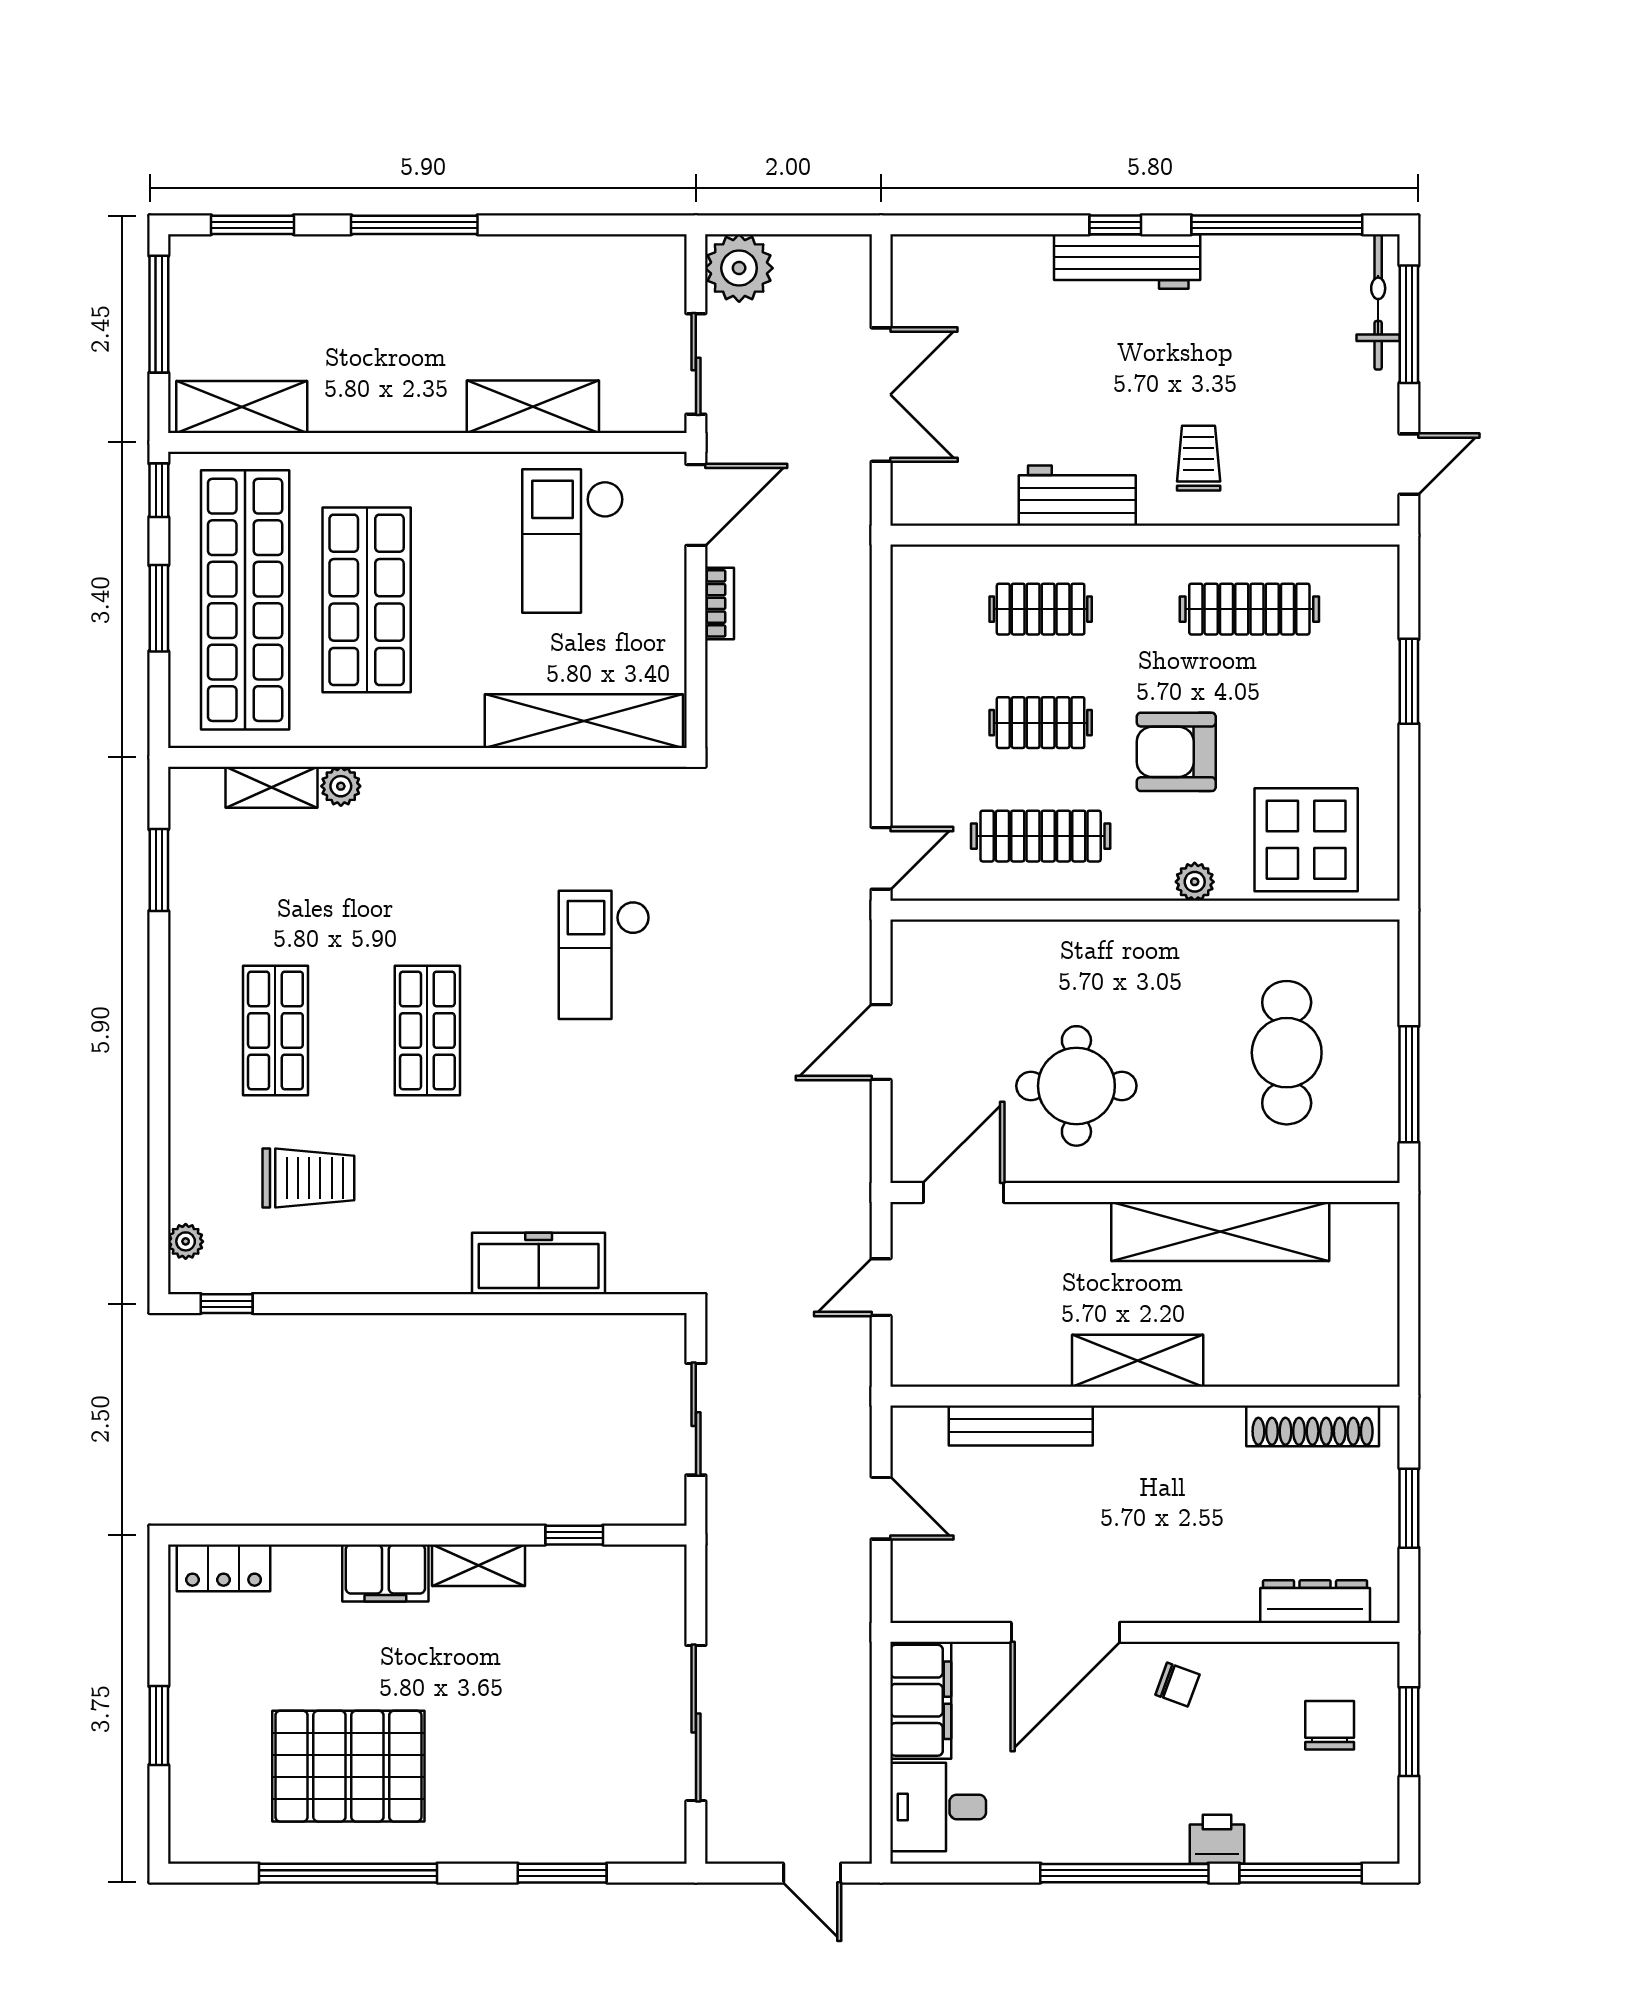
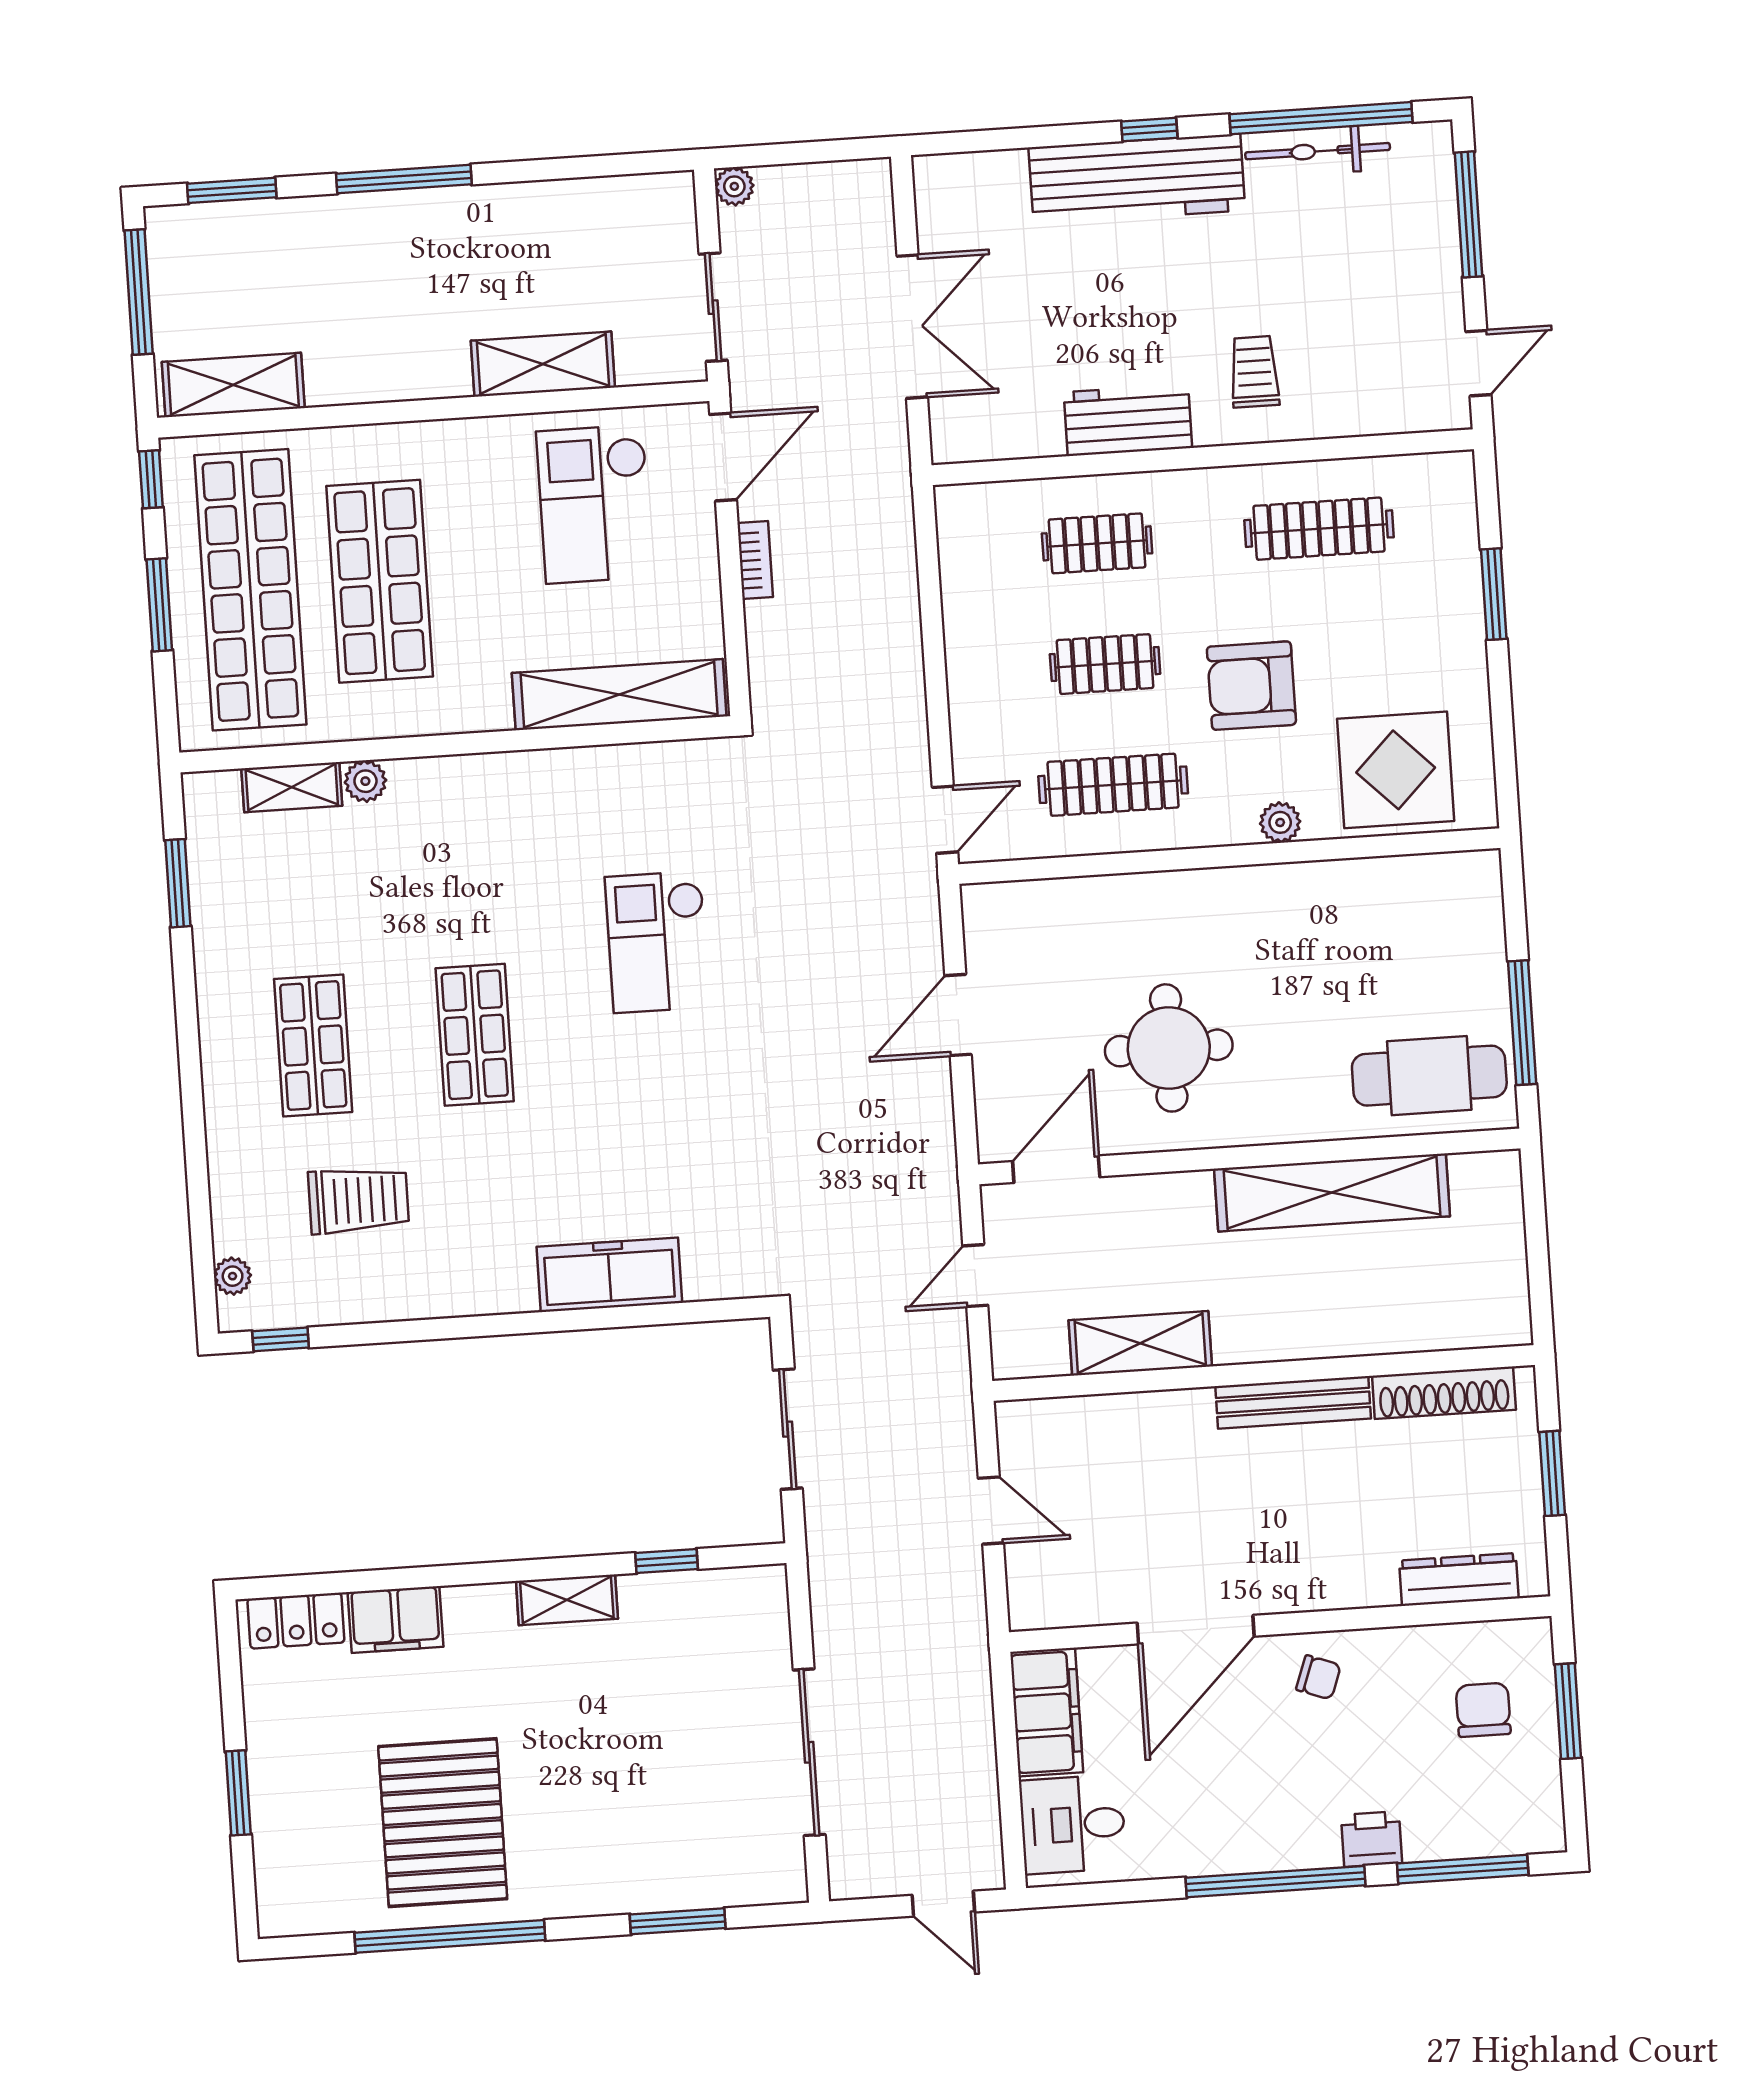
workbench: (1127, 262) -> (1137, 179), width x1.36, depth x1.32
plant: (739, 268) -> (734, 186), width x0.53, depth x0.53
bicycle: (1378, 302) -> (1318, 151), moved, turned -90
cafe table: (1287, 1053) -> (1429, 1076), moved, turned 90
shelving: (1138, 1361) -> (1140, 1343), moved
bench: (1021, 1426) -> (1293, 1402), moved
filing cabinet: (385, 1573) -> (395, 1620), moved
pallet: (348, 1766) -> (443, 1823), turned 90

